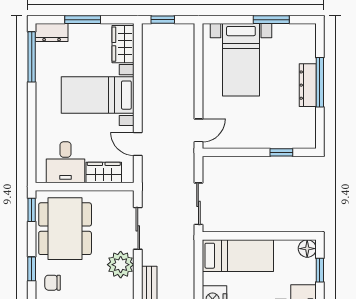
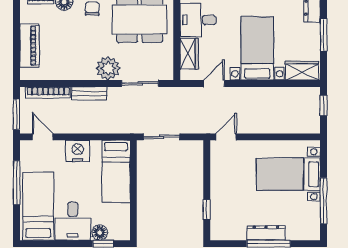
window: (271, 20) -> (324, 201), width x1.44
door: (198, 130) -> (226, 137), swing flipped
floor lamp: (307, 249) -> (100, 232), moved

